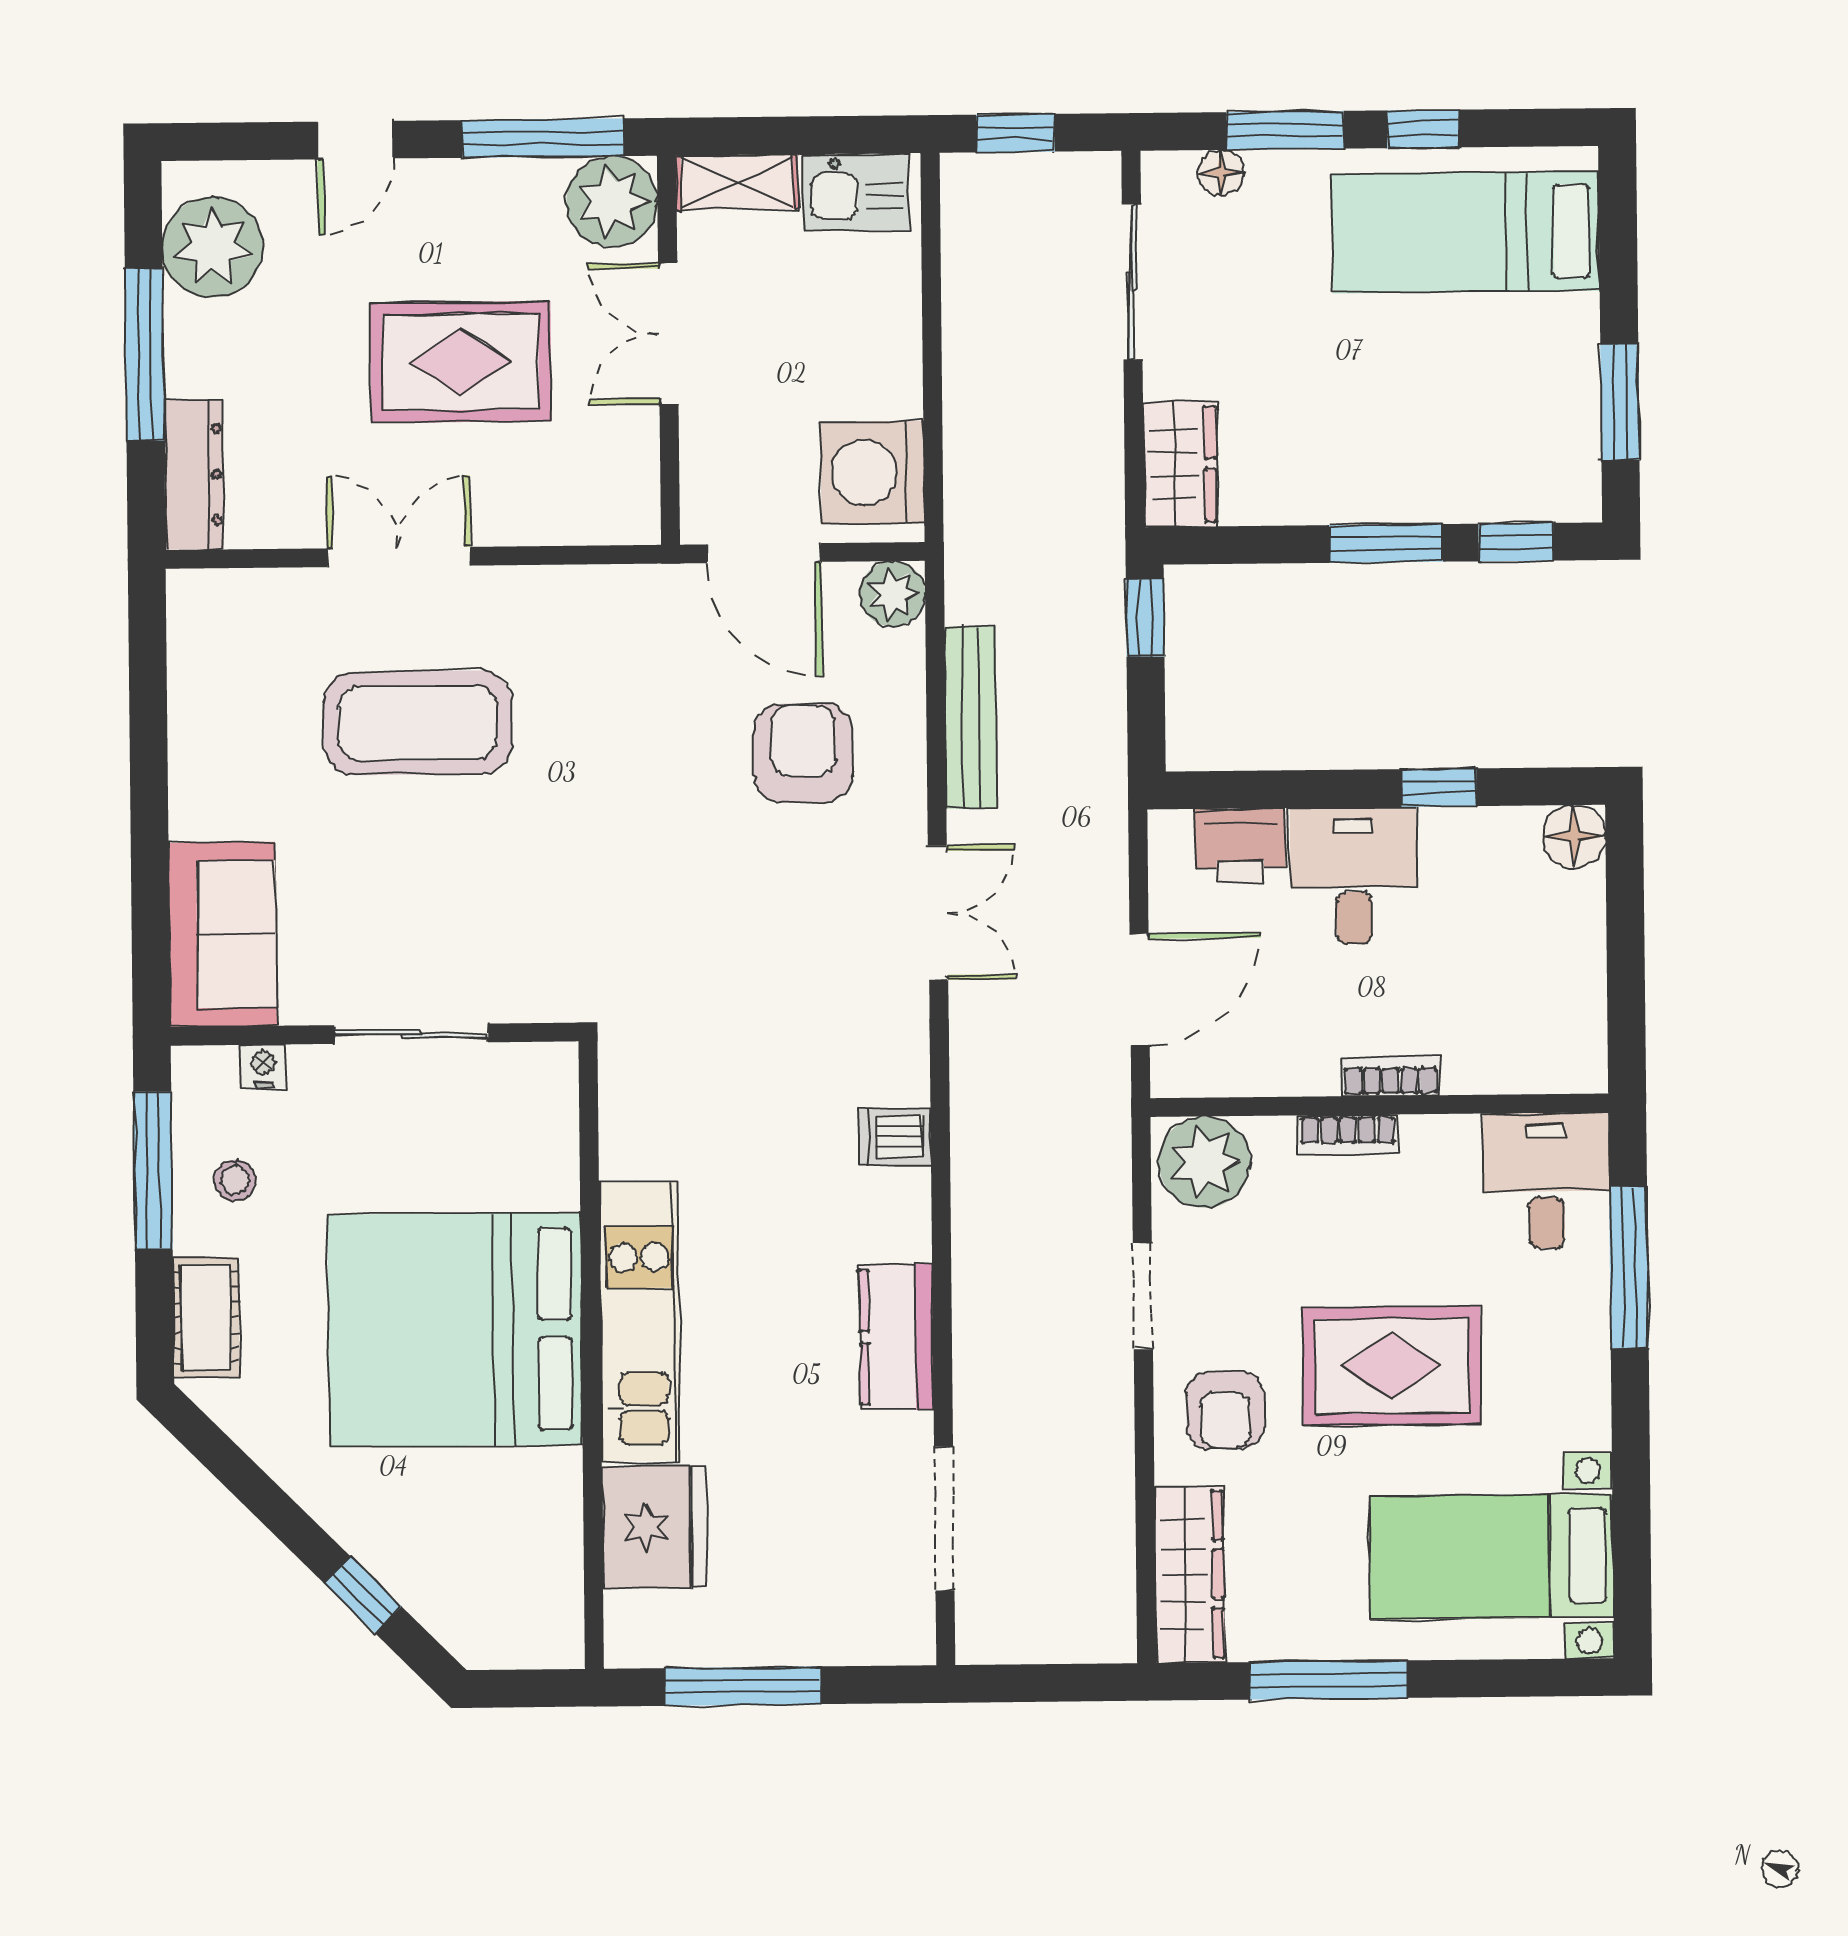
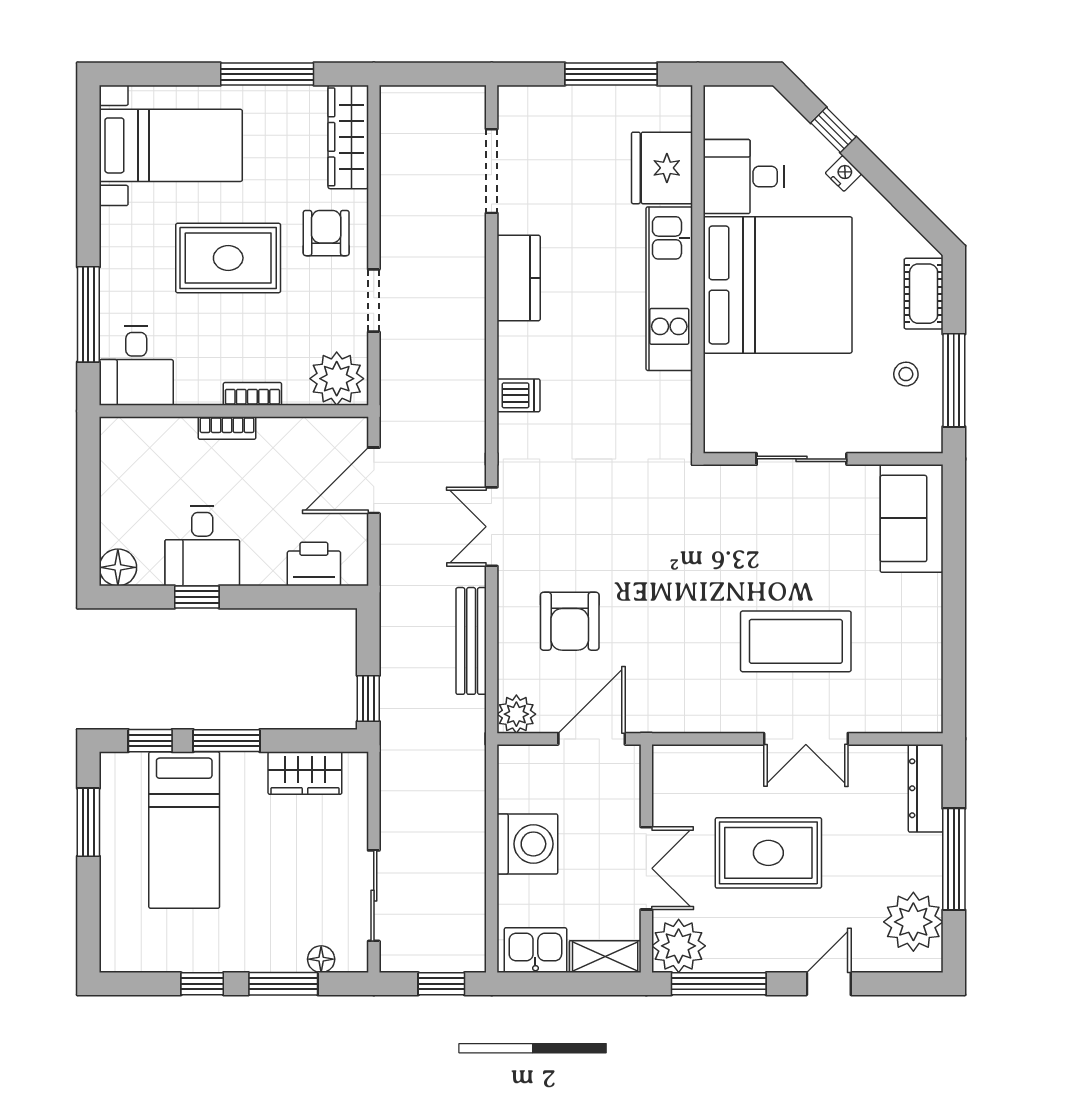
bed: (1466, 232) -> (184, 830), moved, turned 90
wardrobe: (1180, 464) -> (305, 773), moved, turned -90
washing machine: (872, 473) -> (527, 844), moved
door: (764, 553) -> (592, 739), hinge flipped
desk: (1354, 876) -> (202, 546), moved
nightstand: (263, 1066) -> (843, 173), moved, turned -135
desk: (515, 1514) -> (744, 177), added

